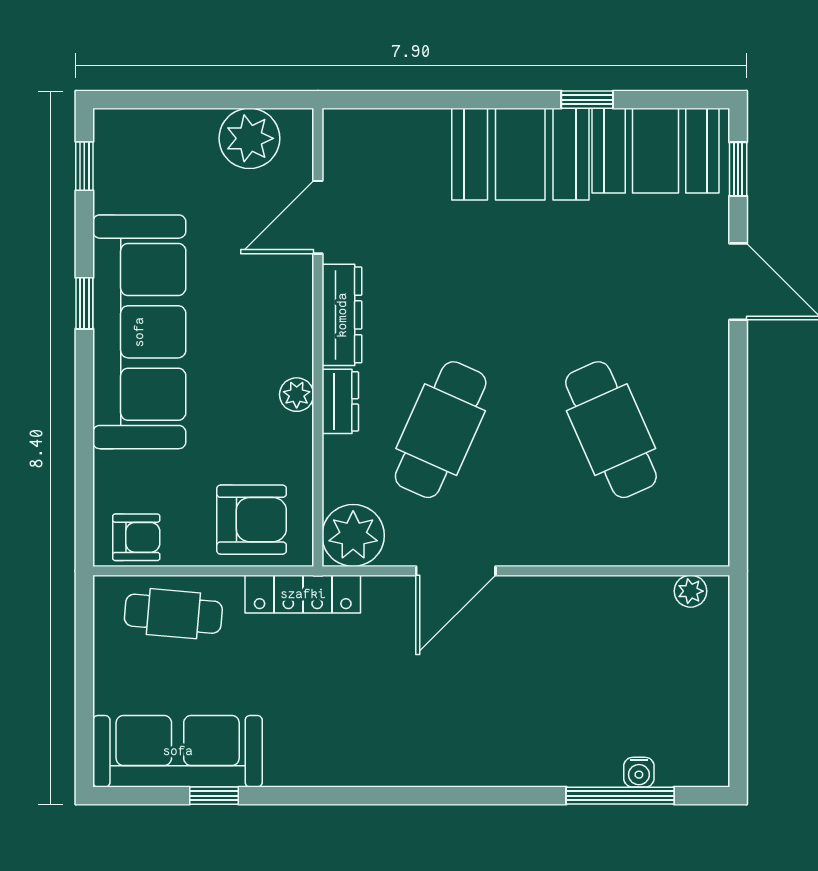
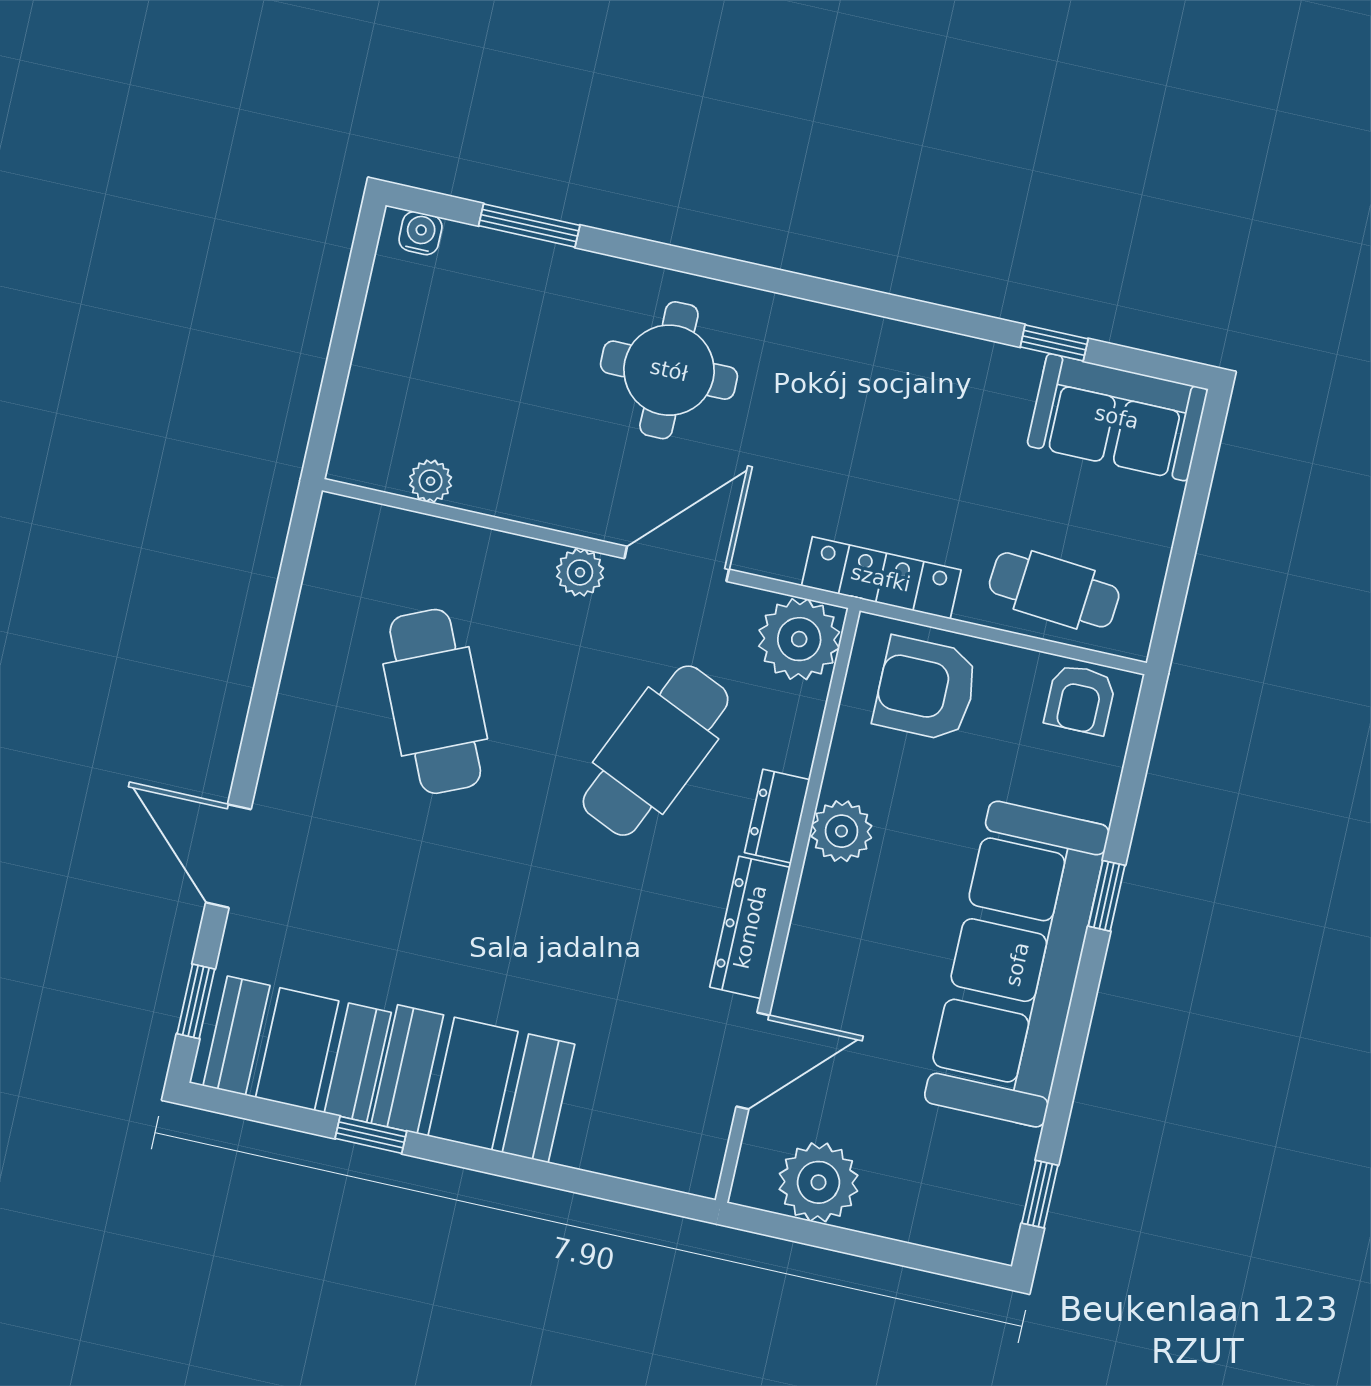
window: (84, 303) -> (1107, 896), moved
plant: (297, 395) -> (842, 831), width x1.38, depth x1.38
armchair: (136, 537) -> (1080, 699), turned -90
plant: (526, 548) -> (580, 572), added
plant: (691, 591) -> (431, 481), moved
round table: (493, 712) -> (669, 370), added
sofa: (178, 751) -> (1117, 417), width x0.73
water cooler: (639, 772) -> (420, 233), moved
window: (620, 796) -> (529, 225), width x0.69

